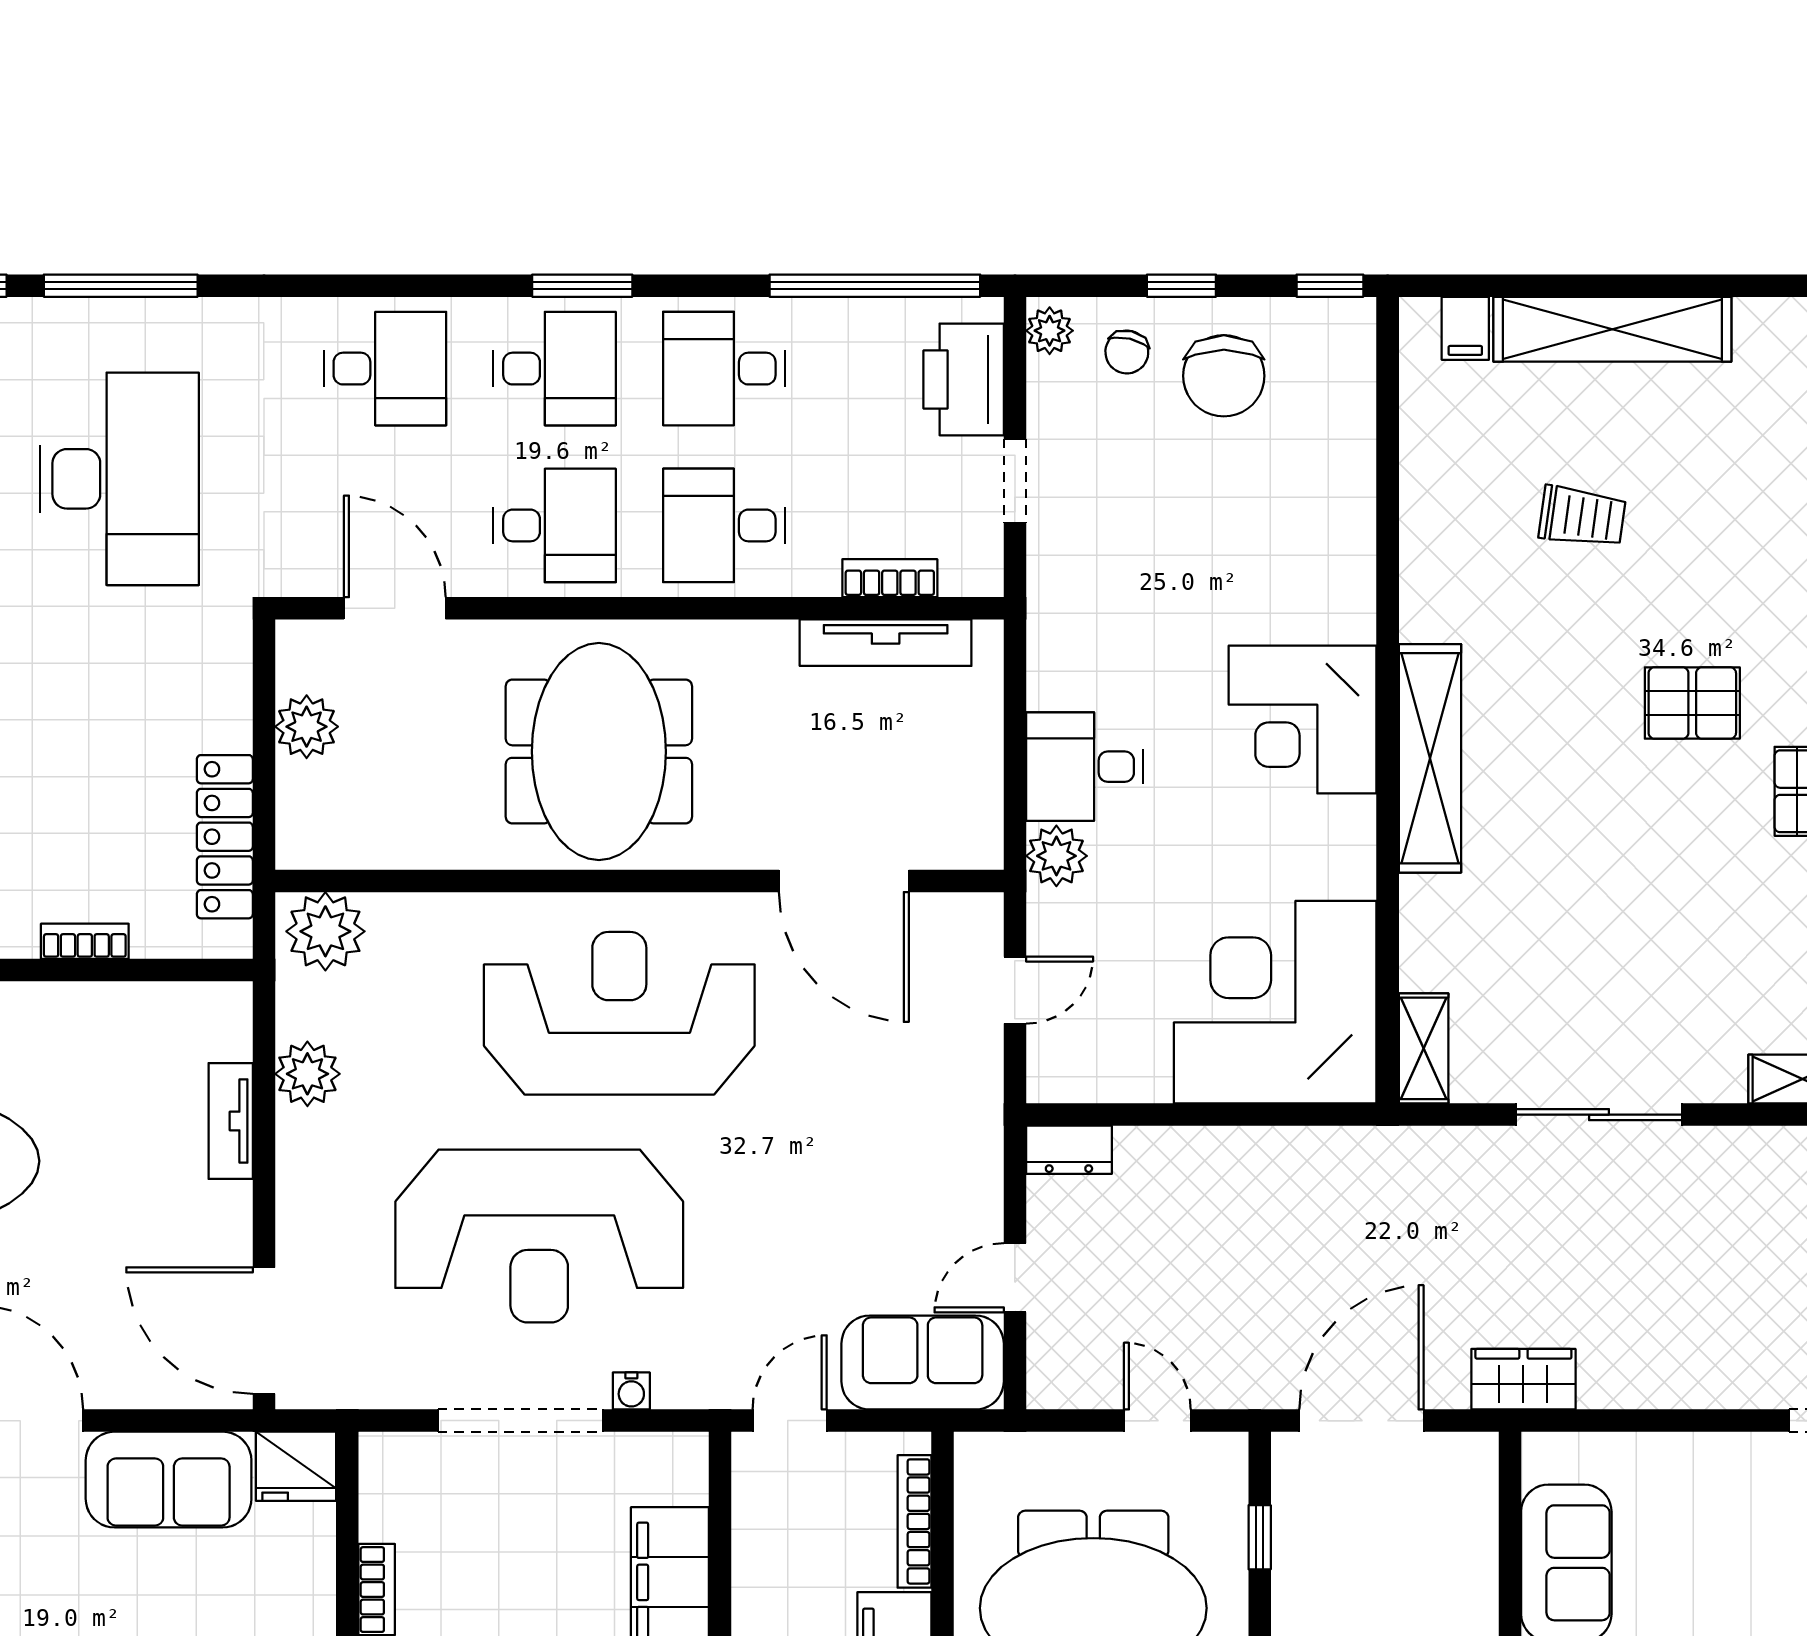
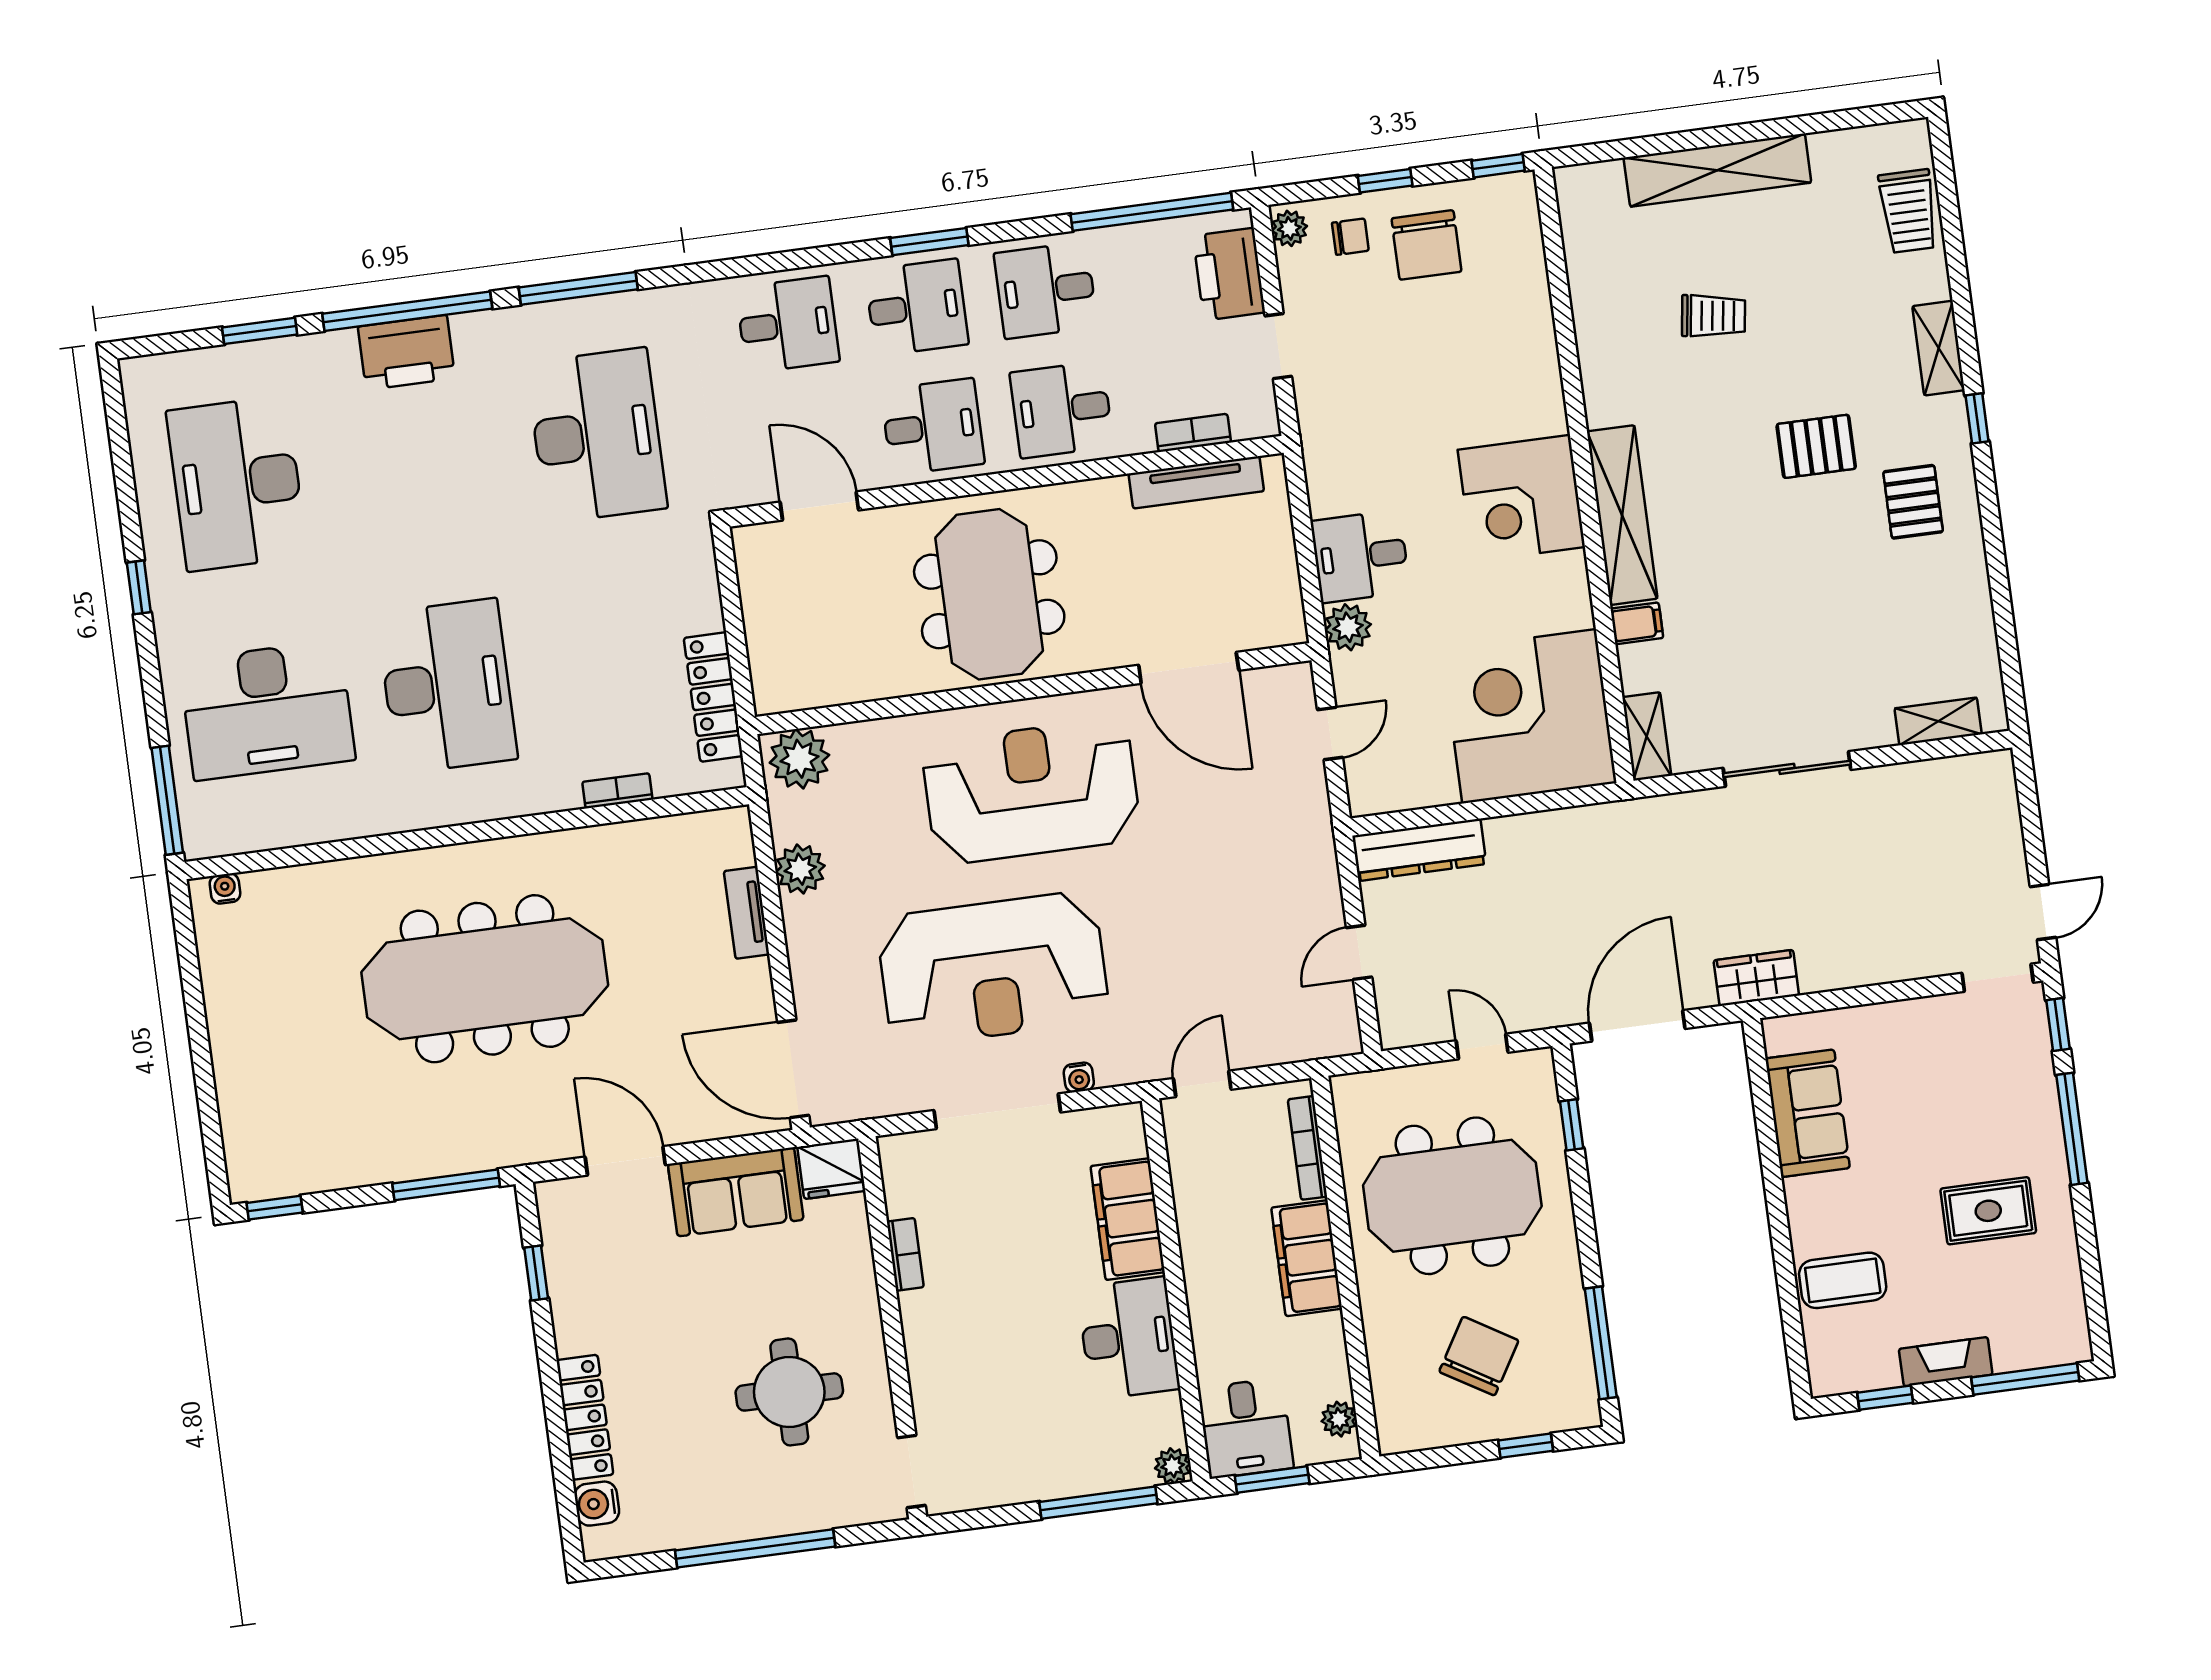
filing cabinet: (1465, 328) -> (1637, 623), moved, turned -90
chair: (1127, 352) -> (1350, 237), turned -103
plant: (307, 727) -> (764, 605), removed
dresser: (1069, 1150) -> (1419, 850), width x1.96, depth x1.24
sofa: (923, 1362) -> (1298, 1026), removed

